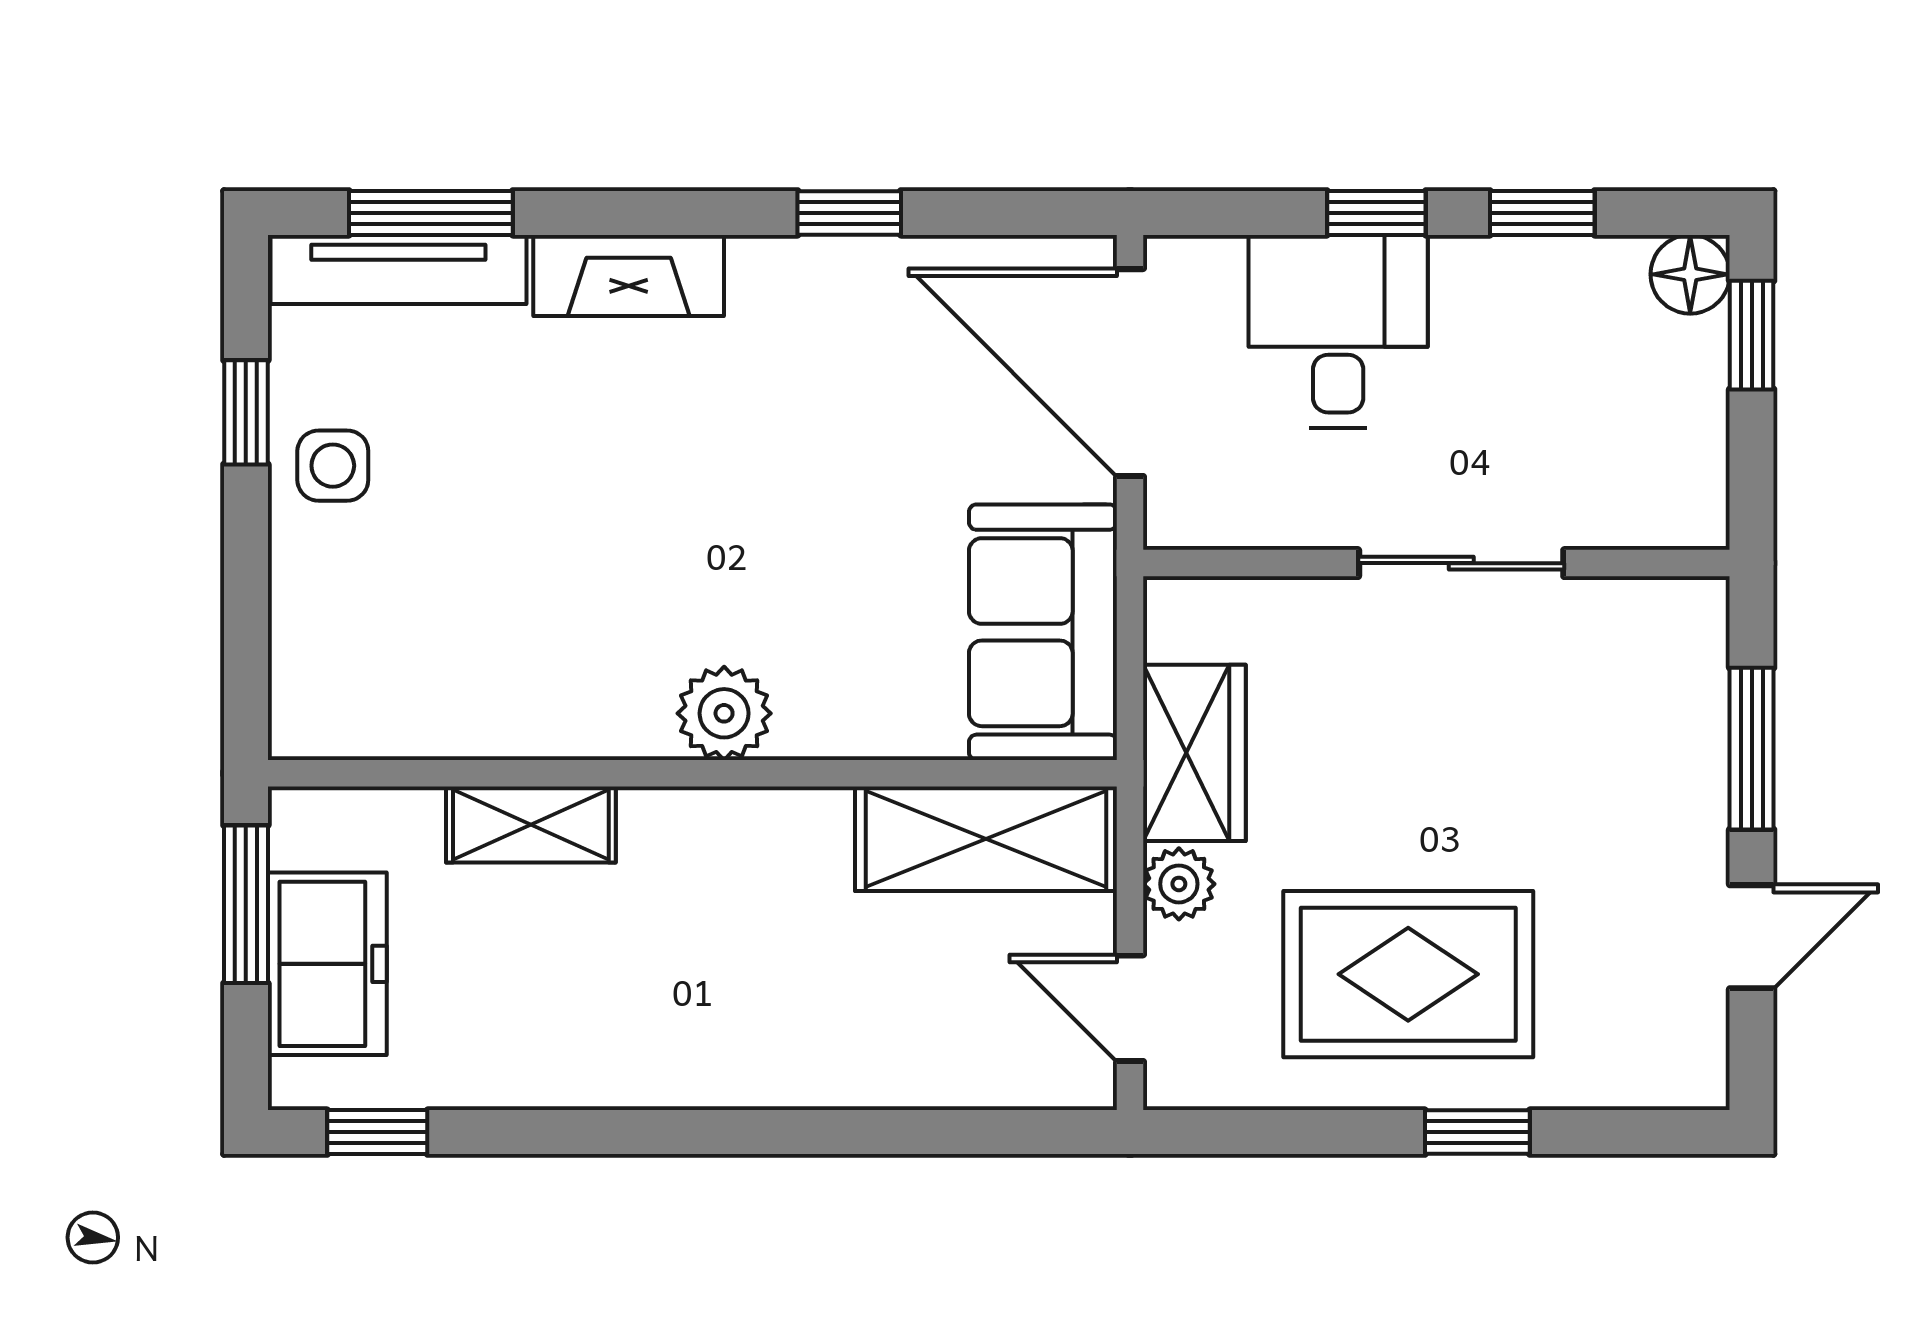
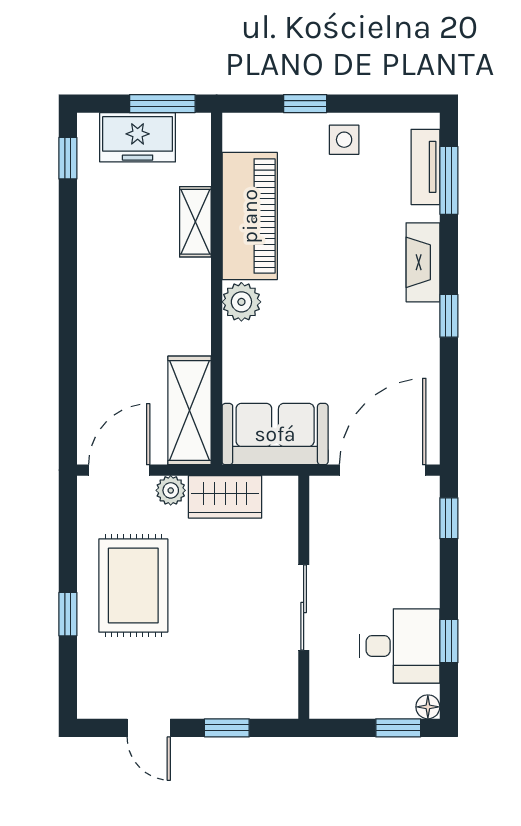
window: (849, 213) -> (449, 316), moved
window: (1376, 213) -> (449, 518), moved
tv unit: (398, 269) -> (425, 167), width x0.71
floor lamp: (1690, 274) -> (428, 707), width x0.73, depth x0.73
desk: (1338, 331) -> (400, 646), moved
window: (246, 412) -> (305, 104), moved
piano: (517, 693) -> (250, 216), added
window: (1752, 749) -> (227, 728), width x0.67
door: (1130, 1008) -> (119, 470), width x1.38

